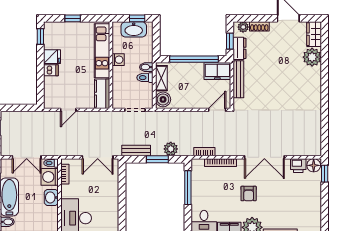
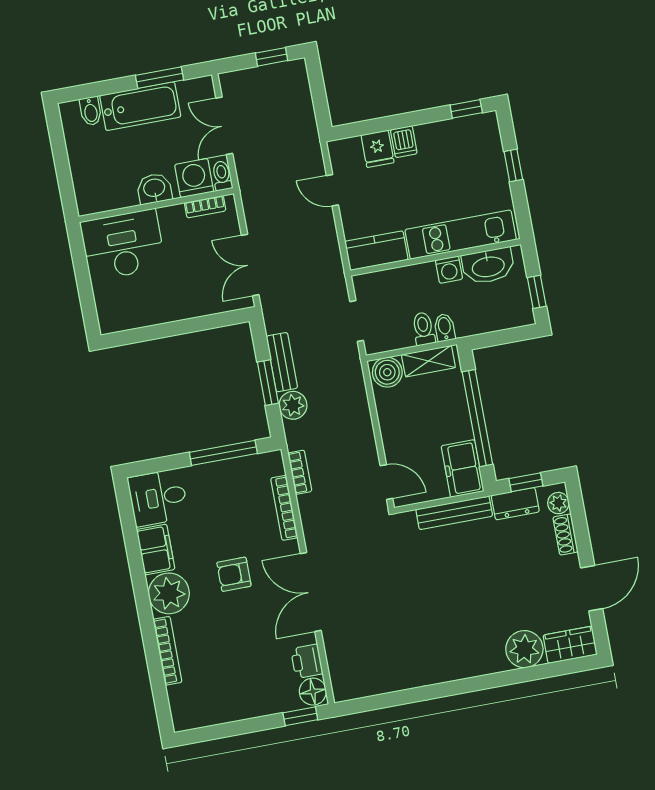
washbasin: (134, 29) -> (488, 266), moved, turned -90
fridge: (52, 57) -> (378, 149), moved
bench: (136, 150) -> (282, 362), moved

